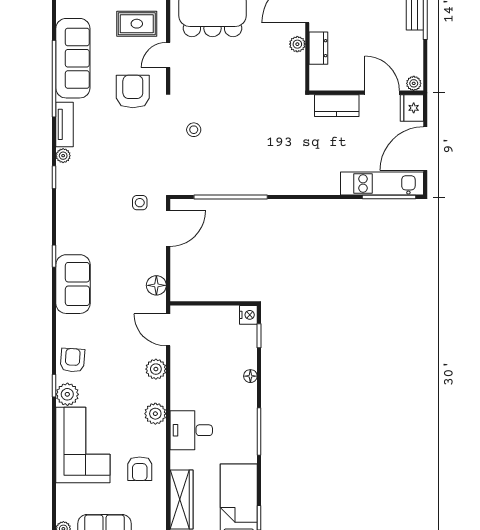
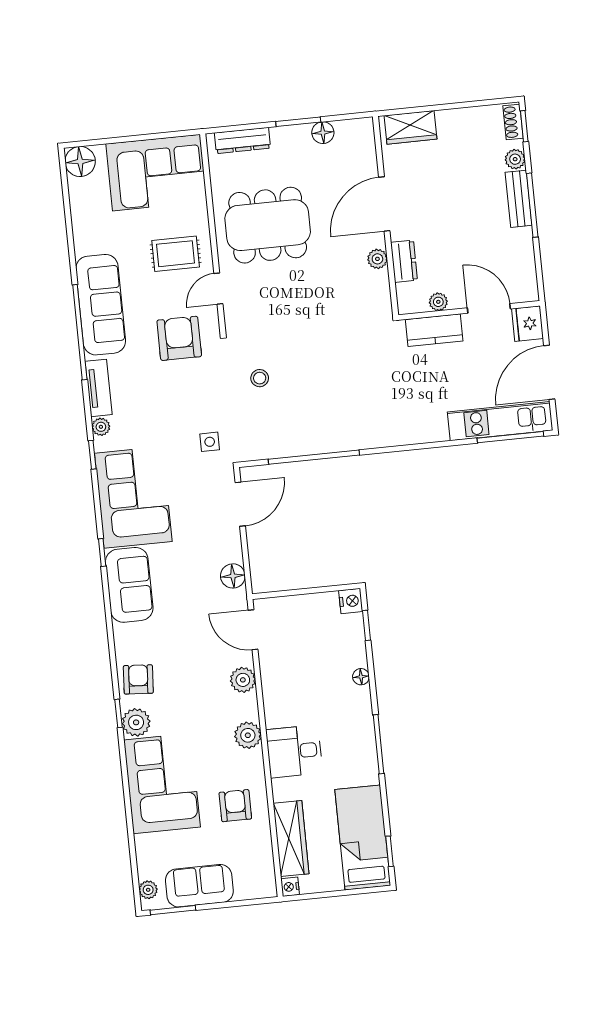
plant: (414, 83) -> (438, 302), moved
side table: (140, 203) -> (210, 442), moved
corner sofa: (83, 215) -> (133, 497), added
armchair: (140, 469) -> (235, 806), turned 180

